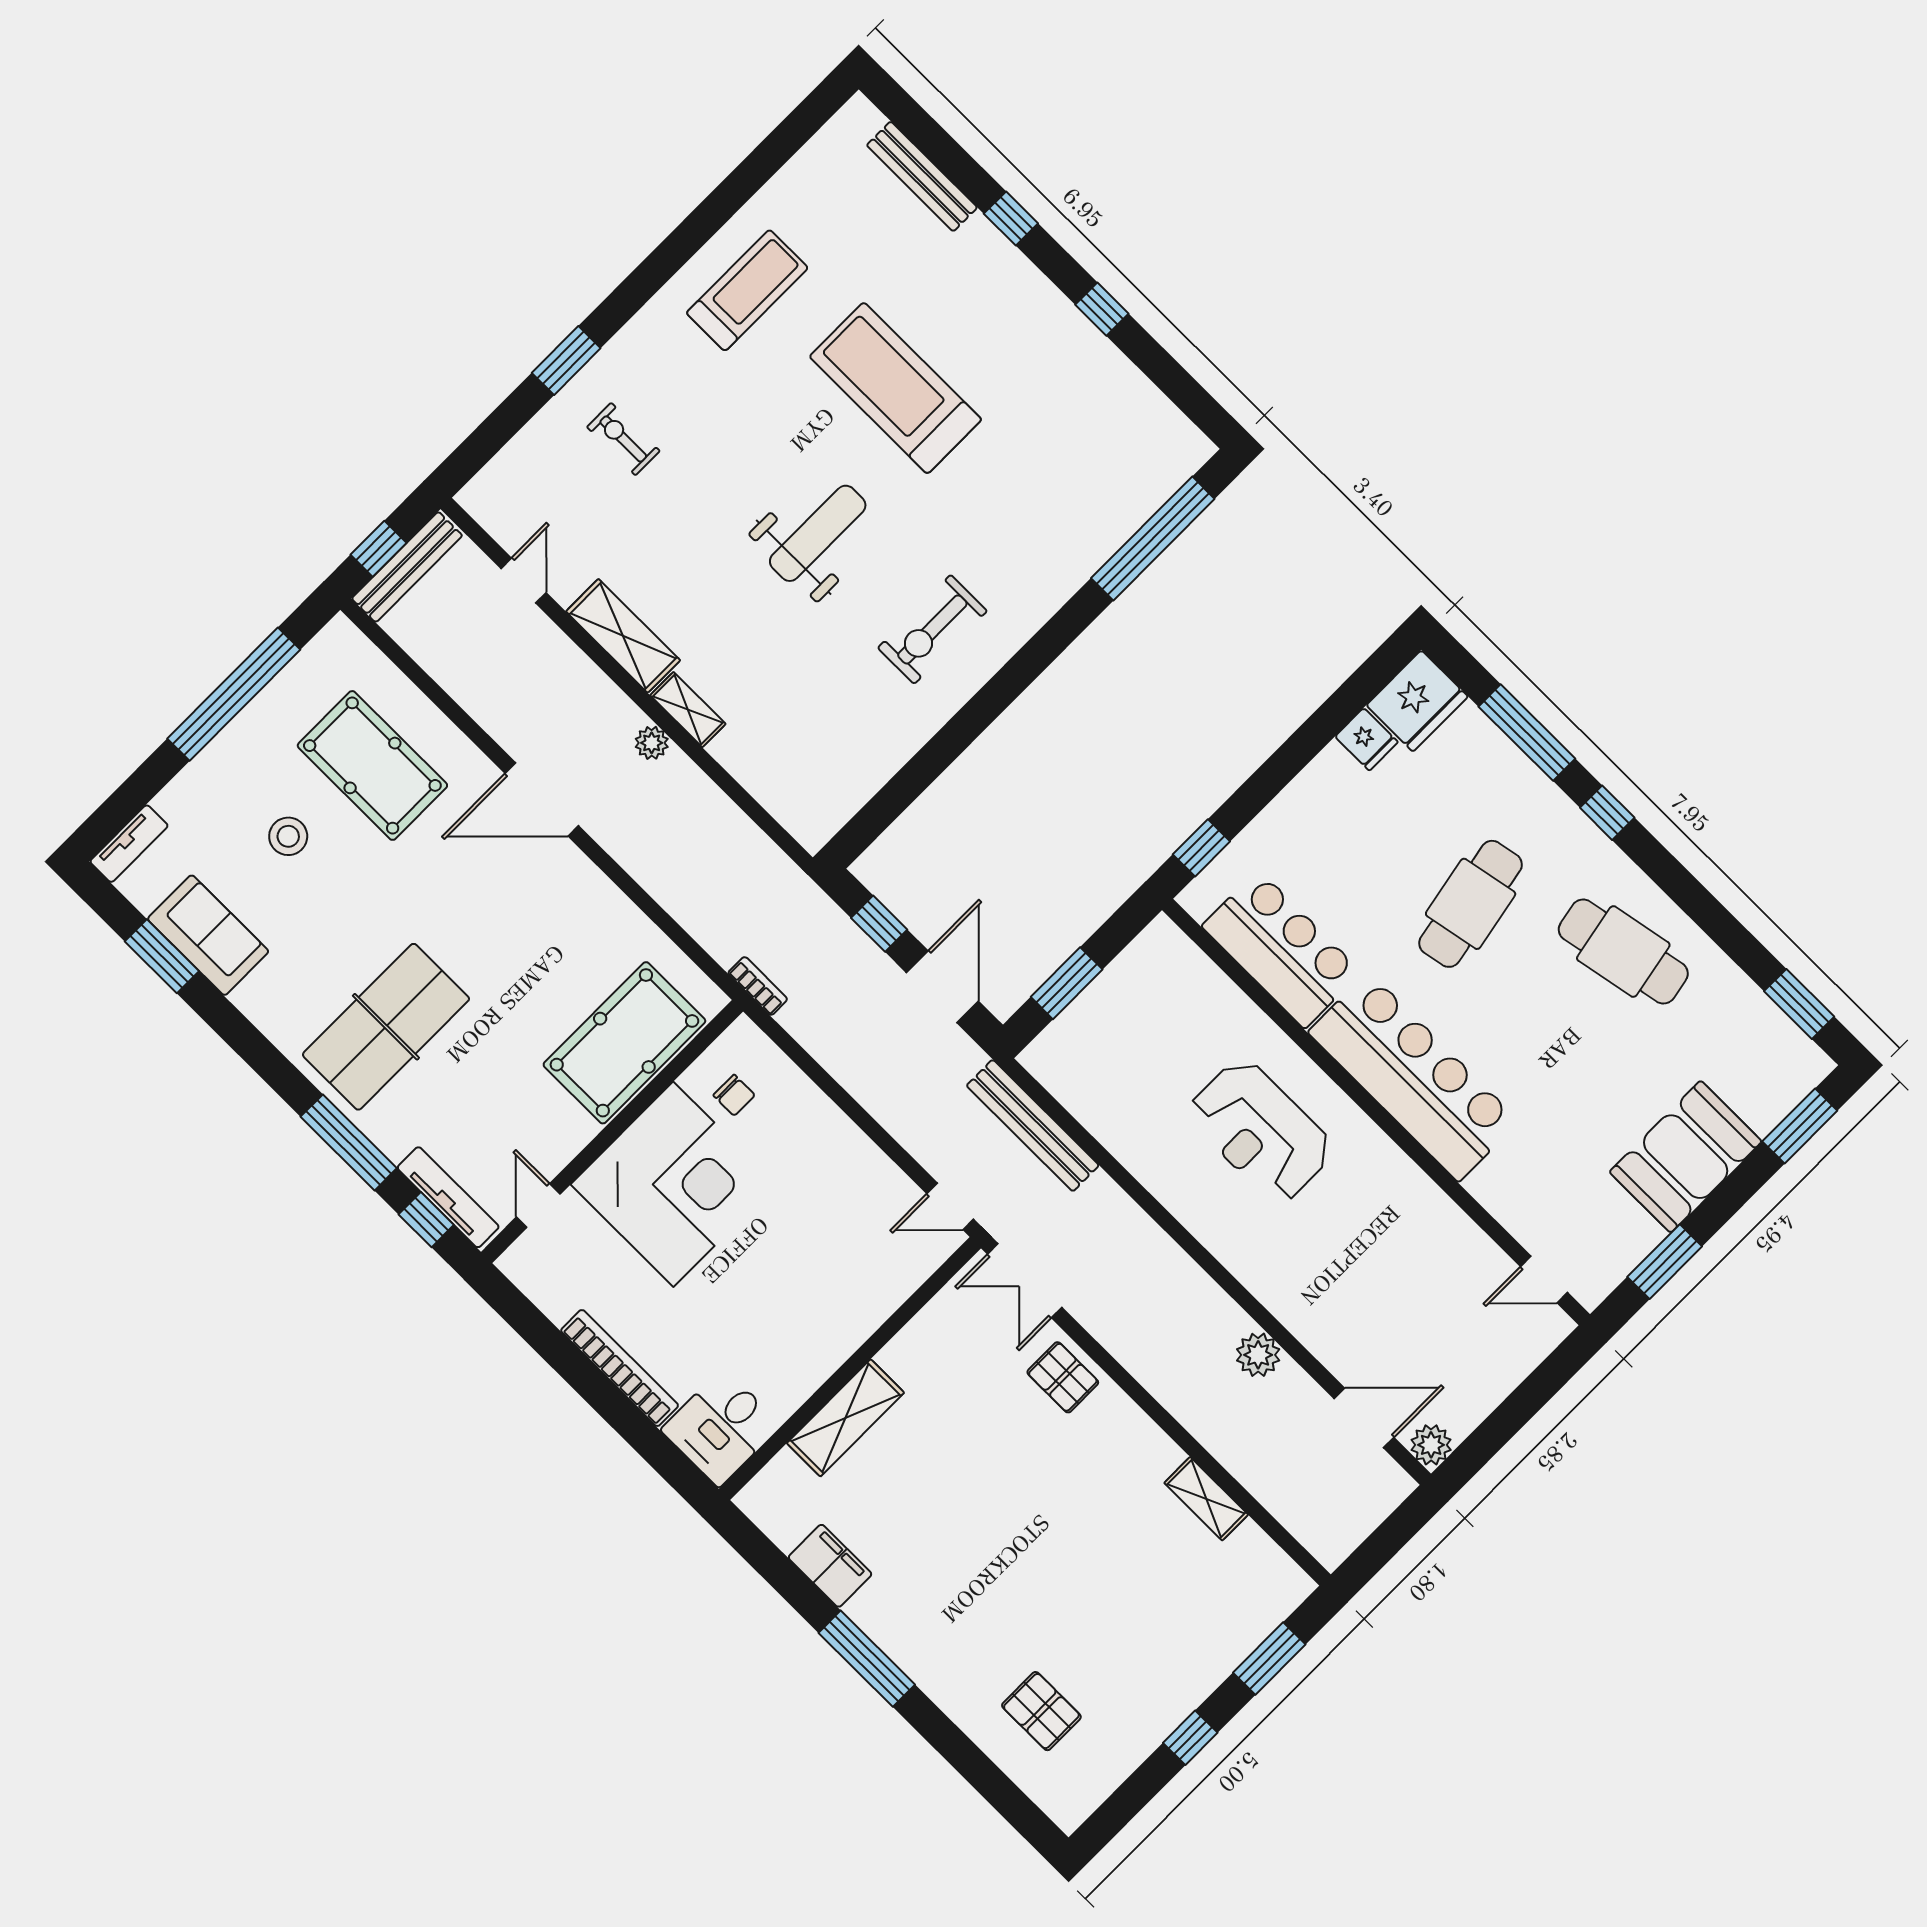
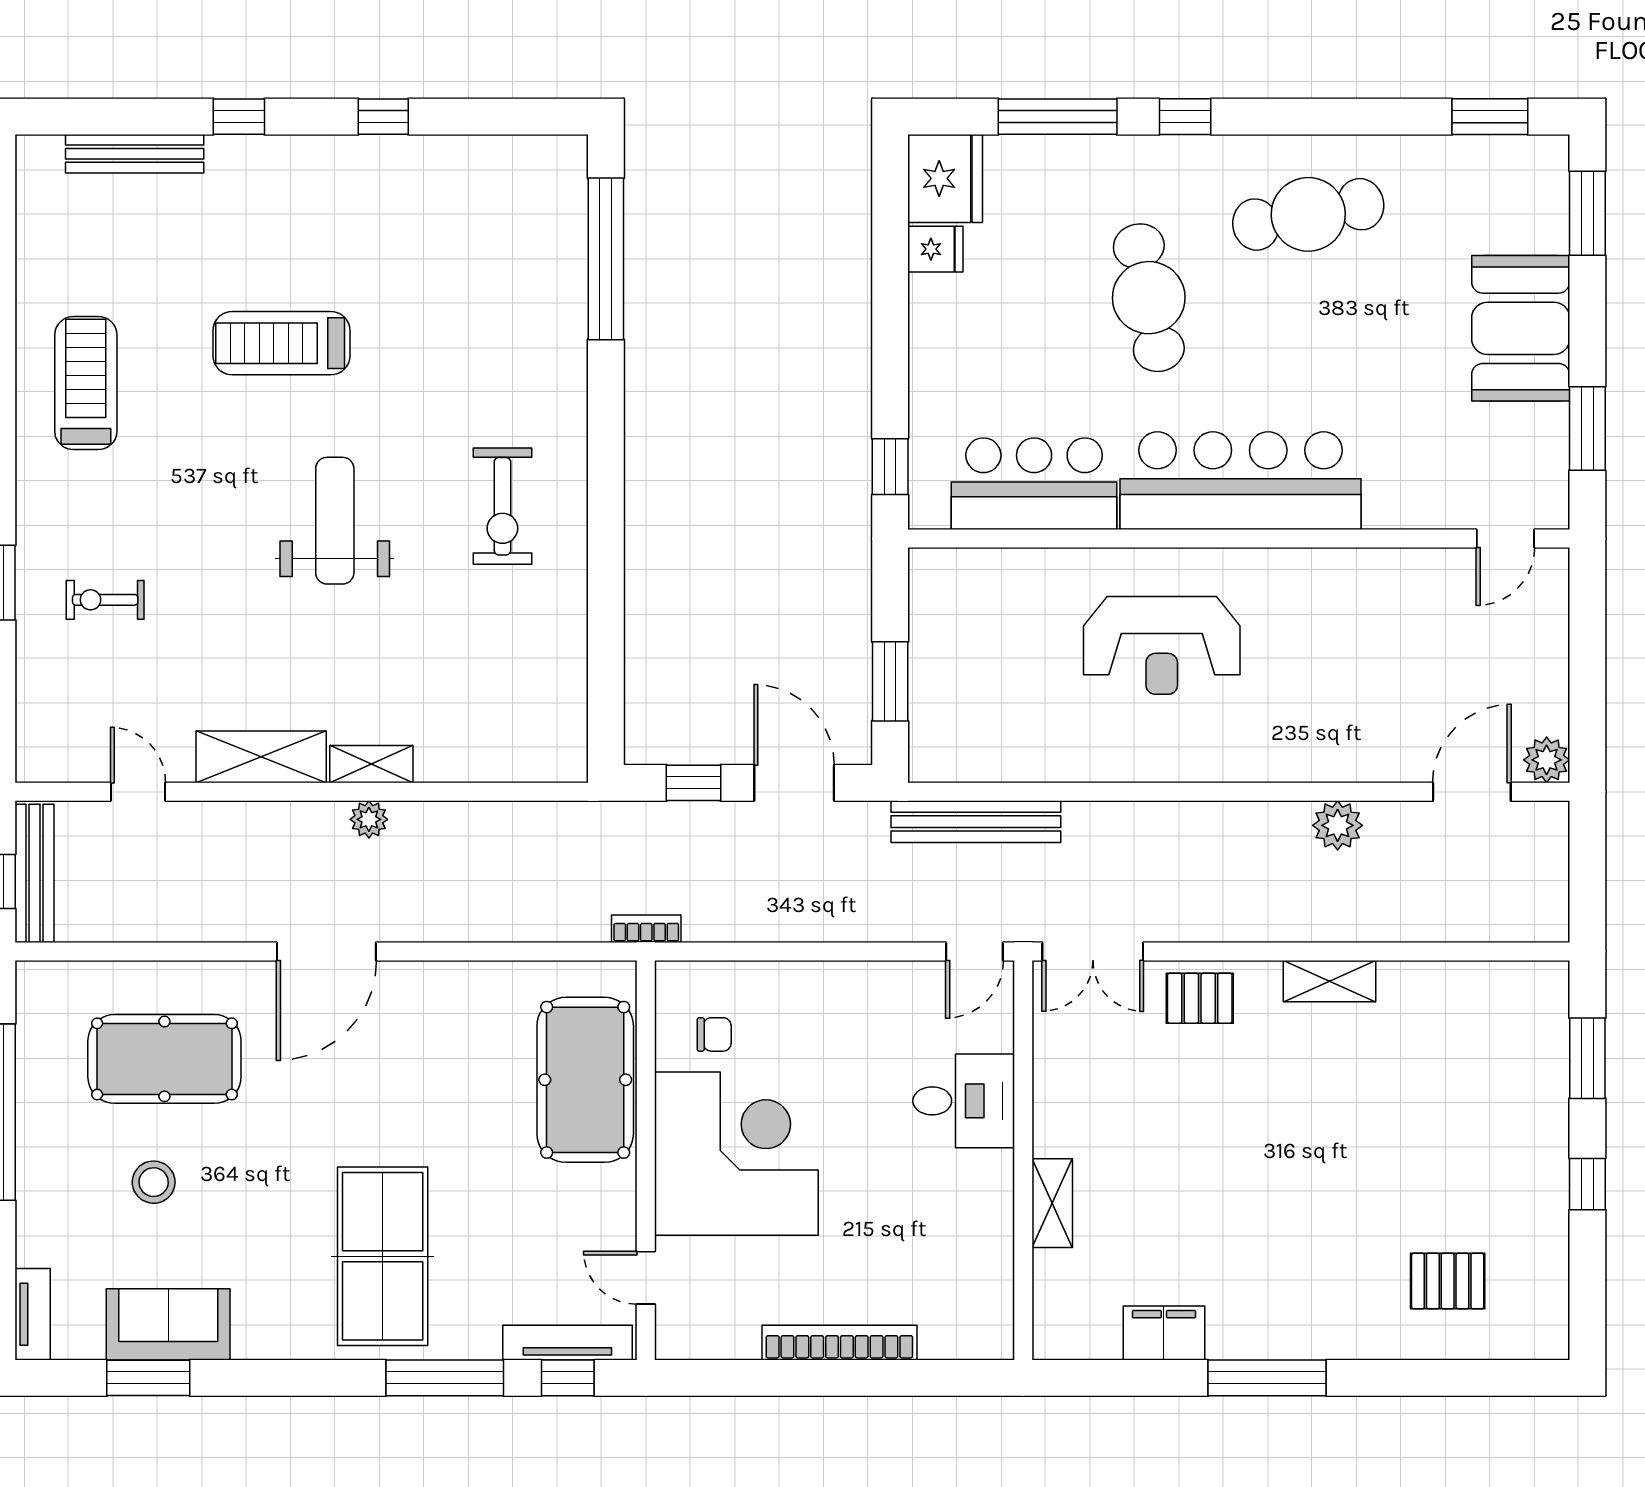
treadmill: (896, 388) -> (281, 343), width x0.73, depth x0.73
shelving: (845, 1418) -> (1052, 1203), width x0.67, depth x0.75
desk: (721, 1427) -> (964, 1101), moved, turned -90
shelving: (1206, 1499) -> (1330, 981), moved

